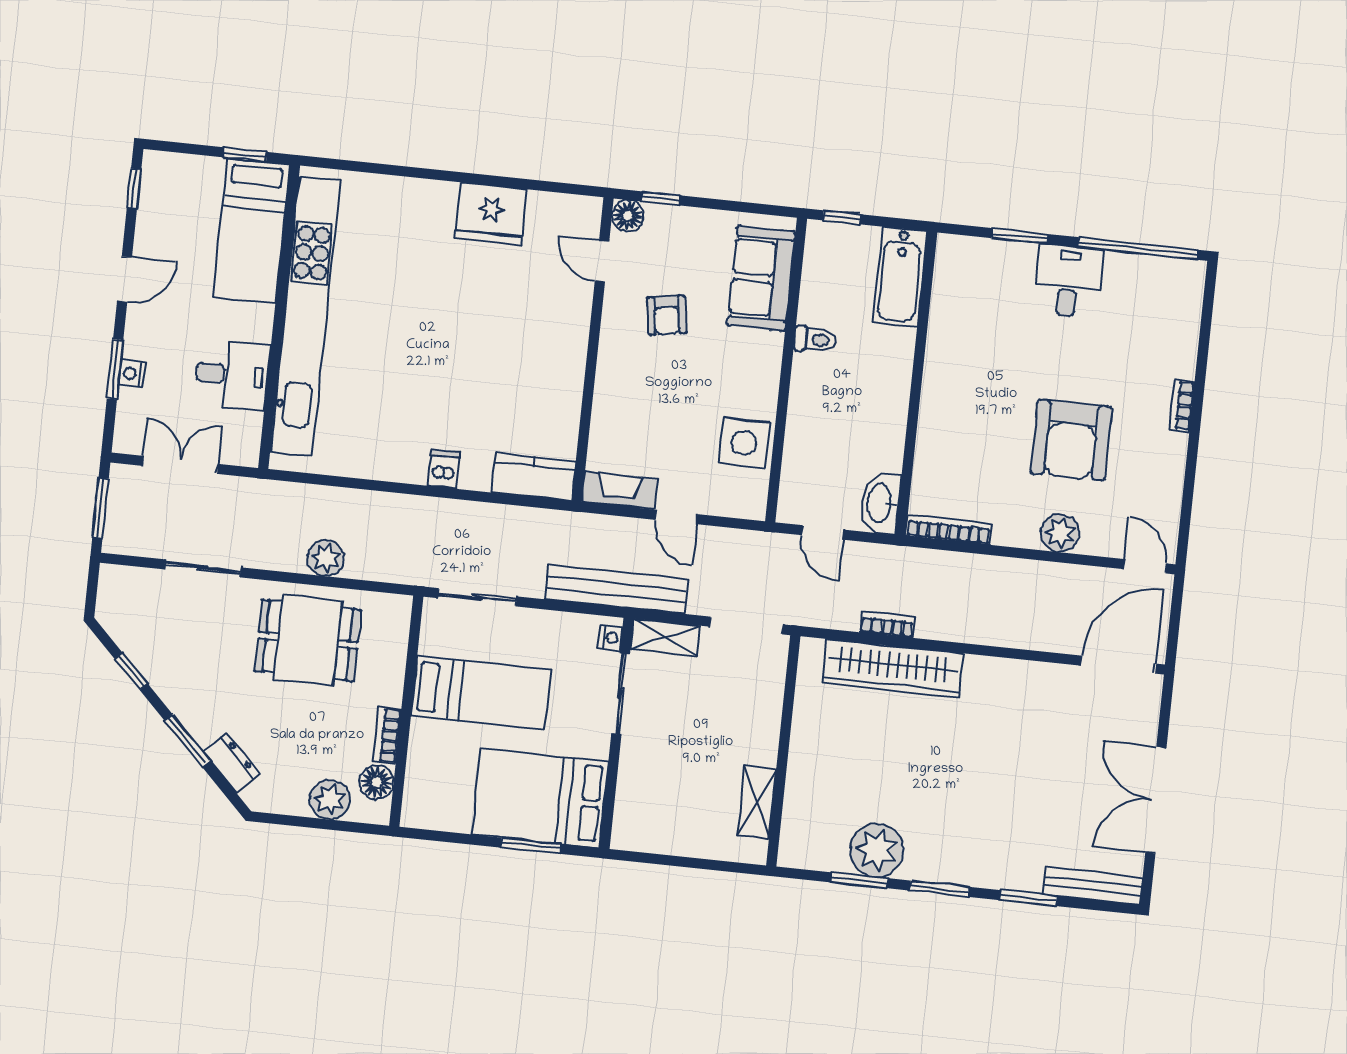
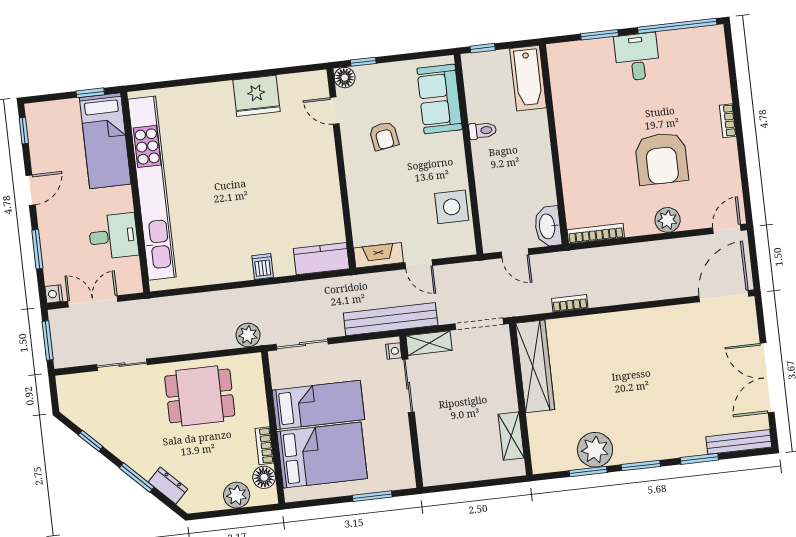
nightstand: (132, 374) -> (54, 294), moved
plant: (326, 558) -> (248, 335), moved
door: (1145, 566) -> (727, 229), hinge flipped
wardrobe: (893, 668) -> (535, 366), moved, turned -90
bed: (540, 798) -> (322, 455), moved, turned 180

